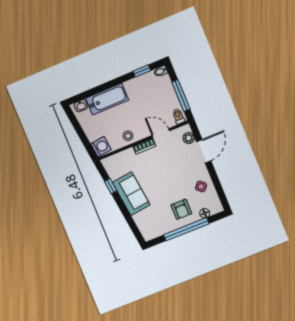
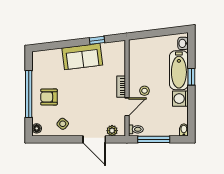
window: (142, 71) -> (191, 77), moved
stool: (128, 136) -> (145, 91), moved
washing machine: (101, 147) -> (180, 99), moved, turned 97
floor lamp: (205, 213) -> (37, 128), moved

